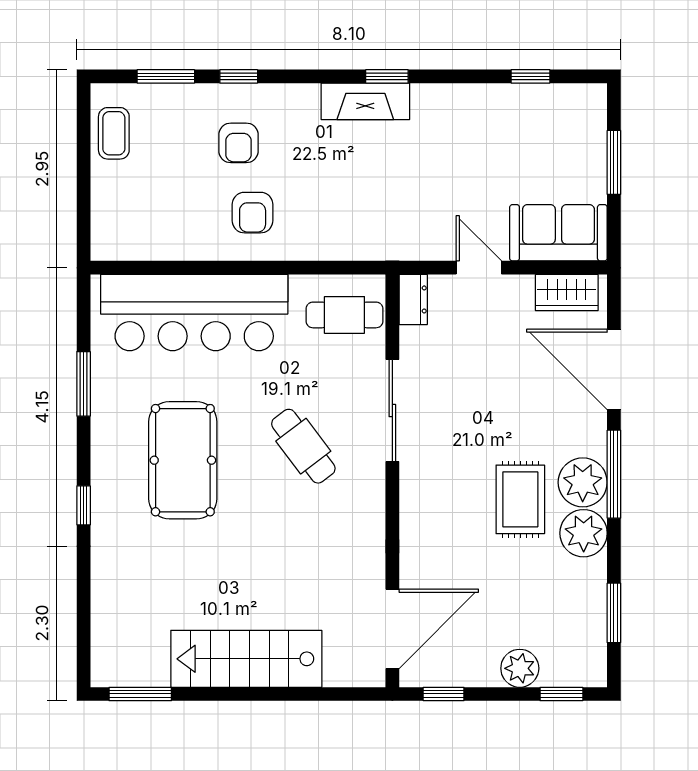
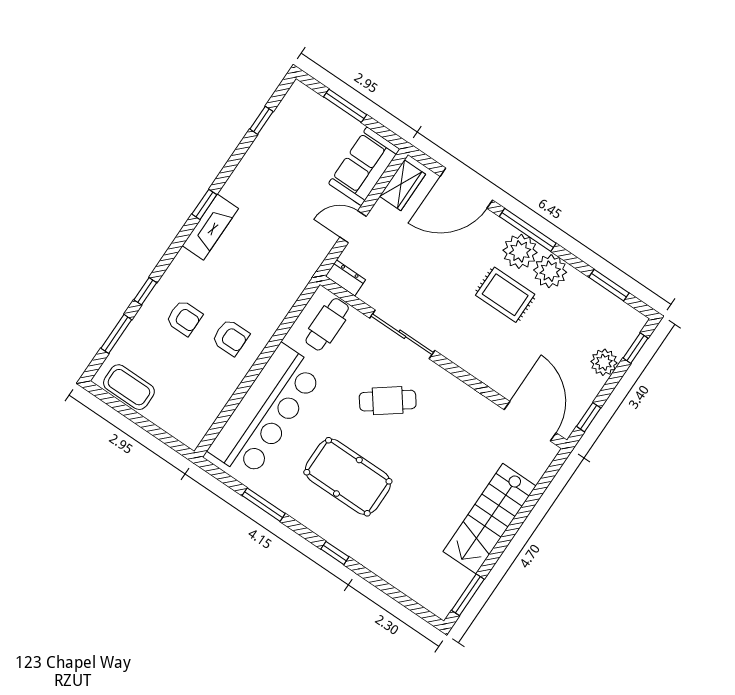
coffee table: (114, 133) -> (129, 387), width x1.36, depth x1.30

